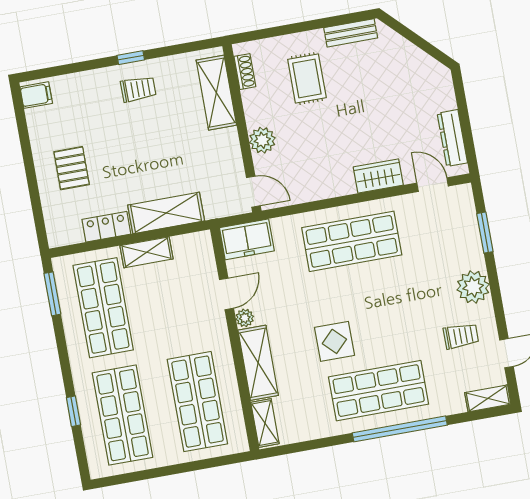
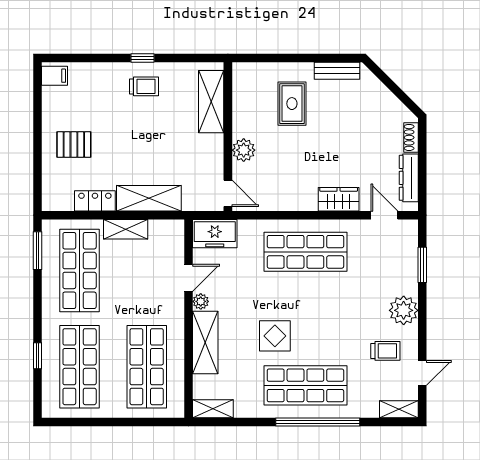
shoe rack: (245, 72) -> (411, 137), moved, turned 180
pallet: (72, 168) -> (74, 145), turned 90
shelving: (265, 423) -> (213, 409), moved, turned 90

